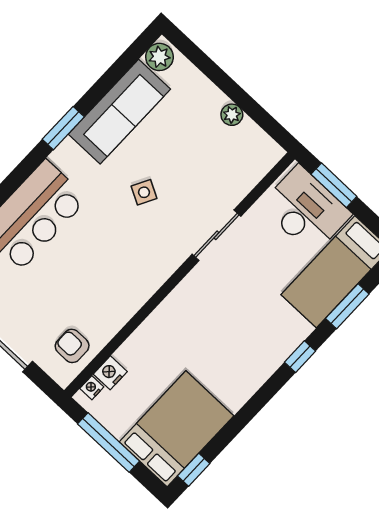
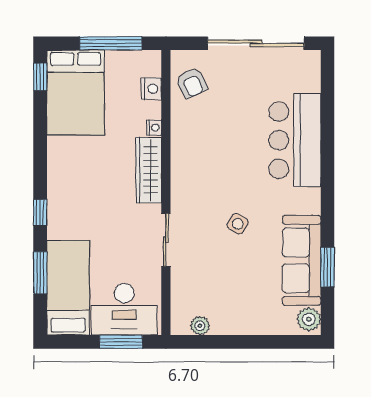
plant: (232, 115) -> (200, 326), moved
window: (63, 128) -> (327, 267), moved
wardrobe: (176, 307) -> (149, 170), added
armchair: (72, 346) -> (192, 83), turned 64
nightstand: (92, 388) -> (154, 128), moved

